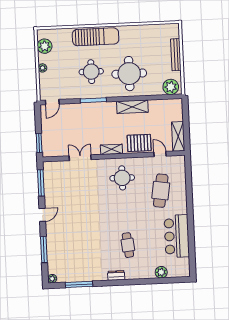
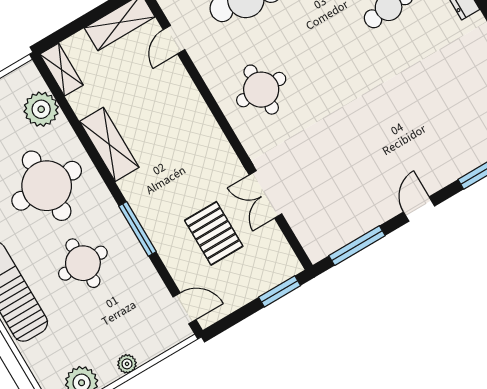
plant: (171, 87) -> (41, 109), moved
pallet: (139, 143) -> (214, 233), moved
shelving: (111, 149) -> (61, 70), moved
door: (42, 215) -> (419, 209), hinge flipped

